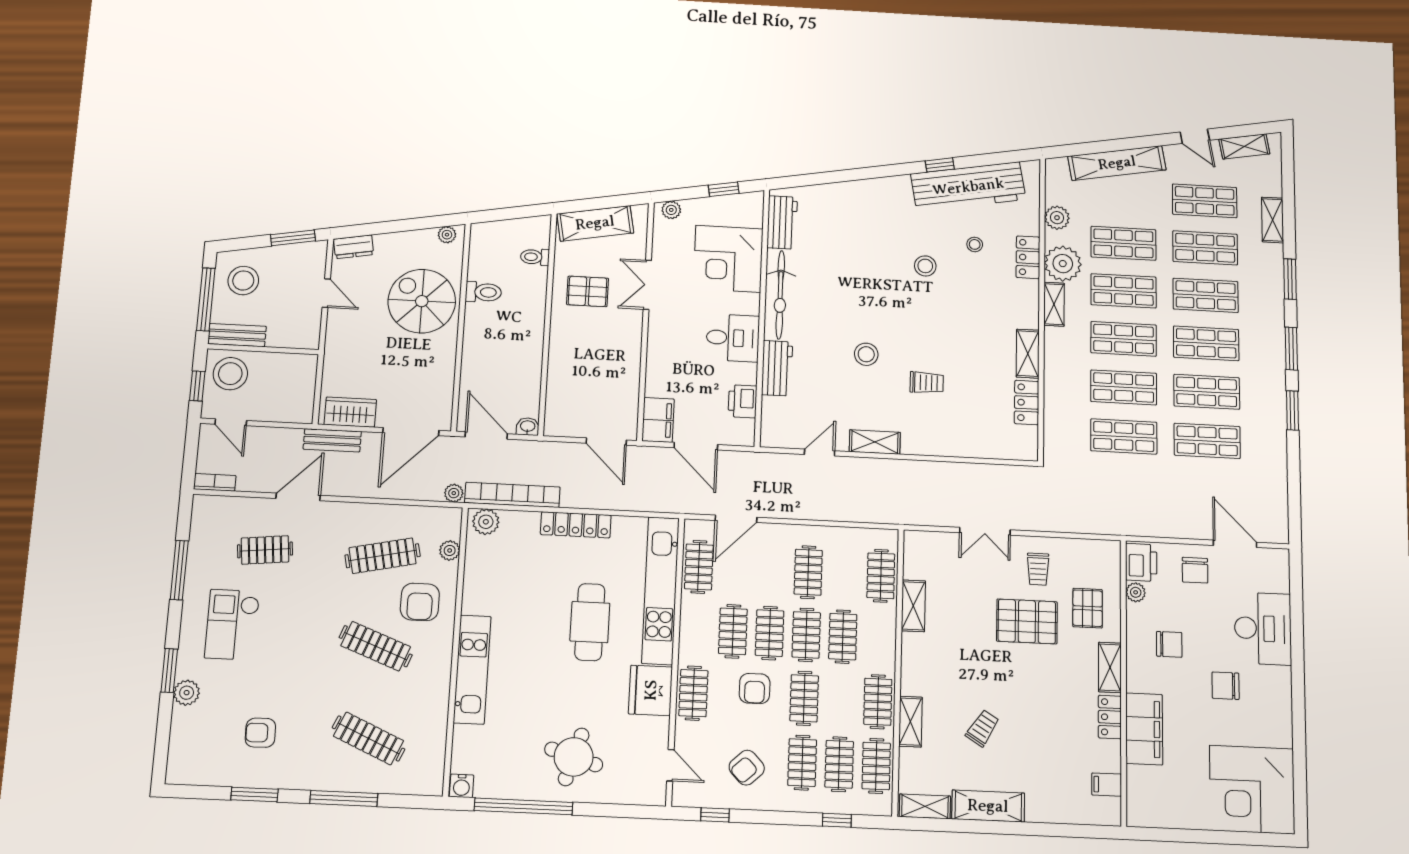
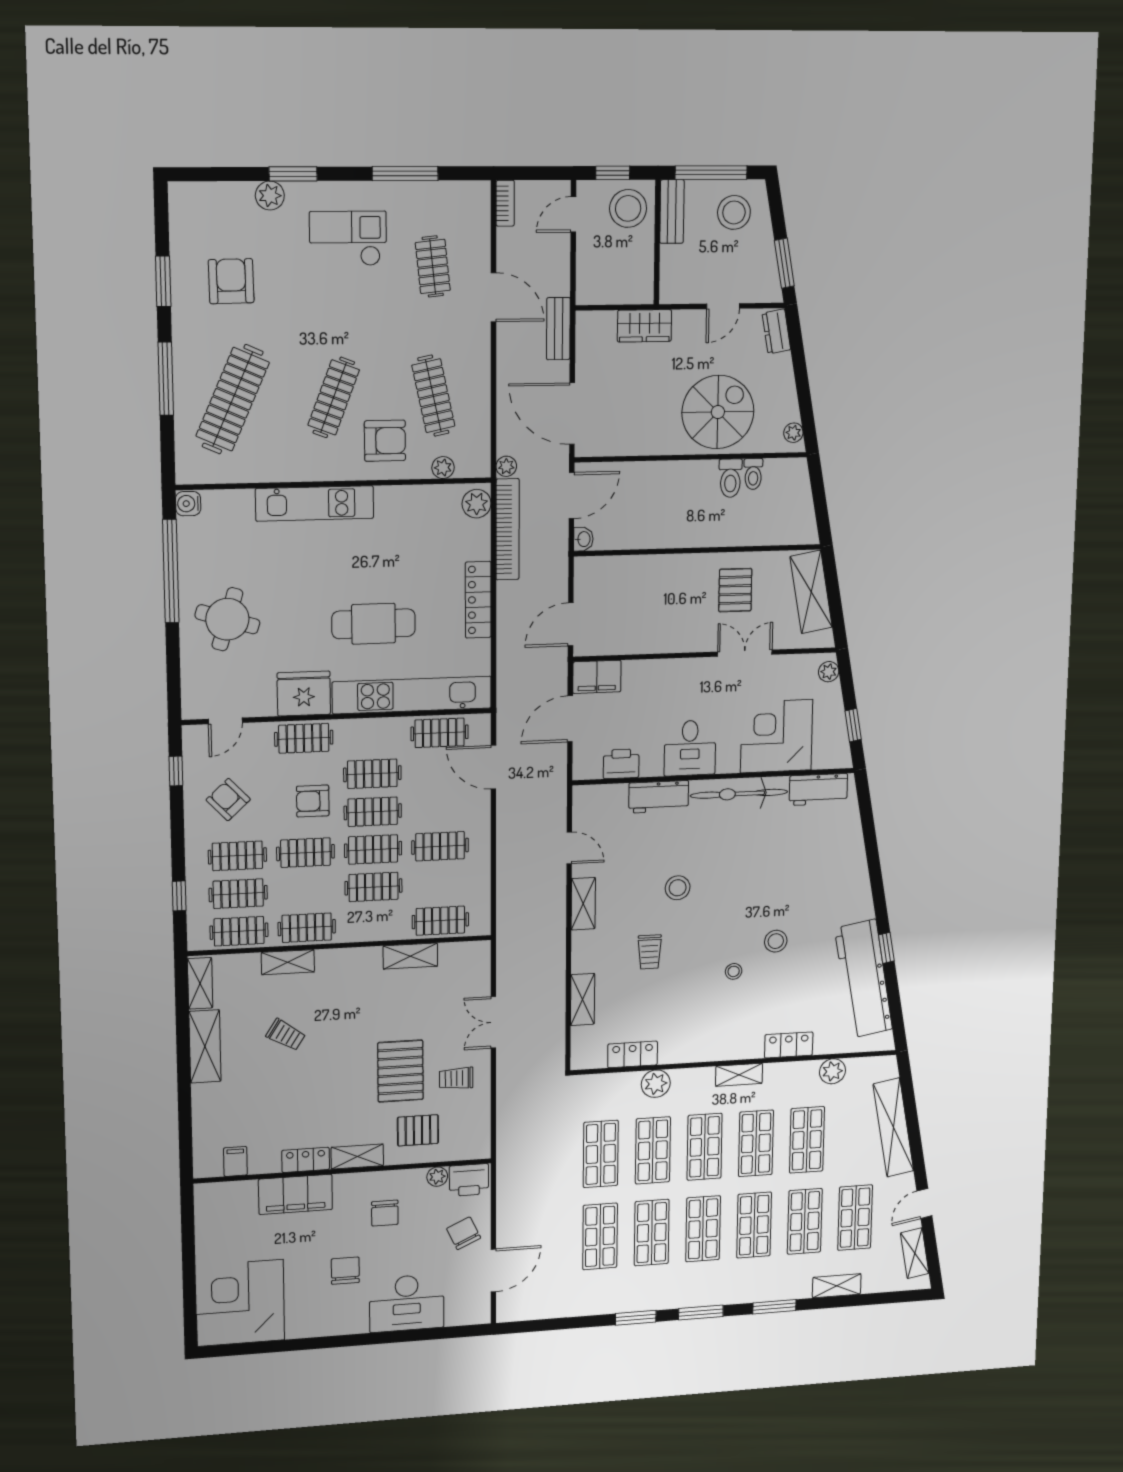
stool: (975, 244) -> (734, 971), moved
toilet: (535, 257) -> (753, 474), moved, turned 180
plant: (1063, 264) -> (656, 1084), moved, width x0.73, depth x0.73
shelving: (1028, 354) -> (583, 999), moved, turned 90
wardrobe: (350, 412) -> (644, 326), moved, turned 90
chair: (1195, 570) -> (464, 1233), turned 65
armchair: (420, 602) -> (385, 441), turned 180
armchair: (260, 733) -> (231, 281), width x1.38, depth x1.38
clothes rail: (369, 738) -> (233, 399), width x1.37, depth x1.31

